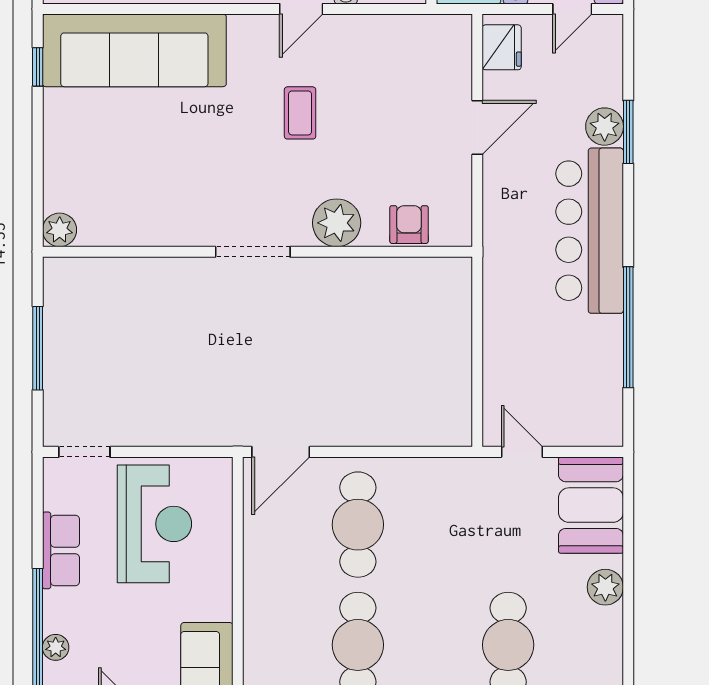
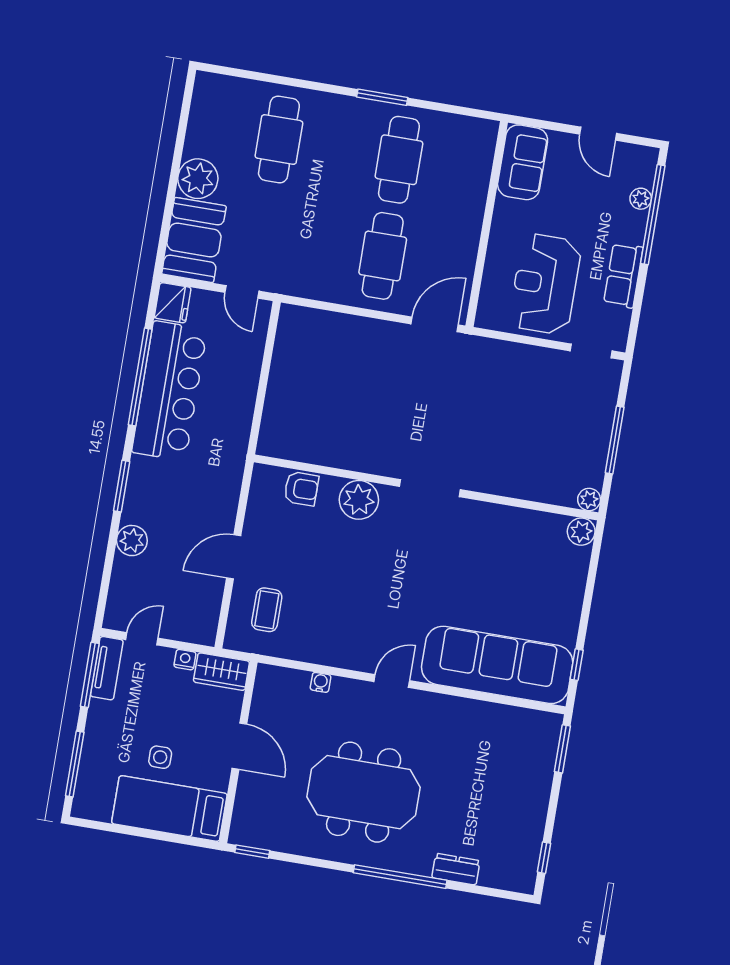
door: (301, 9) -> (392, 681), moved
fridge: (502, 47) -> (173, 303), moved, turned 180
coffee table: (300, 113) -> (267, 610), moved
window: (628, 132) -> (122, 486), moved
armchair: (409, 225) -> (301, 489), turned -90
bar counter: (590, 231) -> (169, 391), moved
plant: (56, 271) -> (589, 500), added
plant: (605, 587) -> (198, 179), width x1.36, depth x1.36

